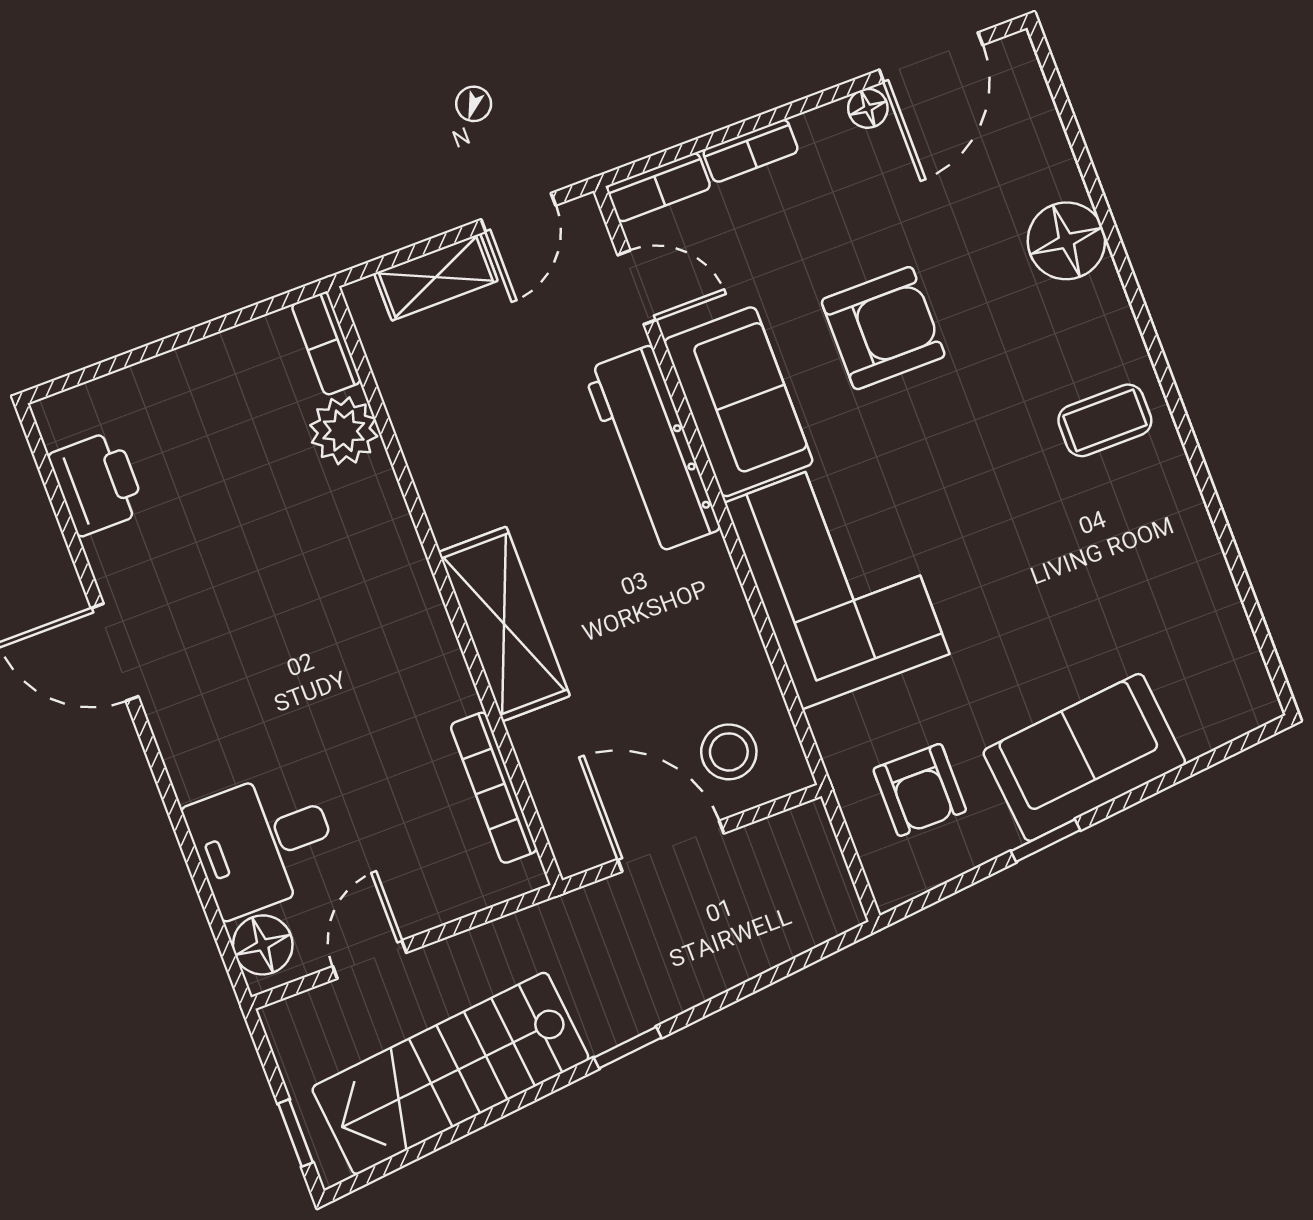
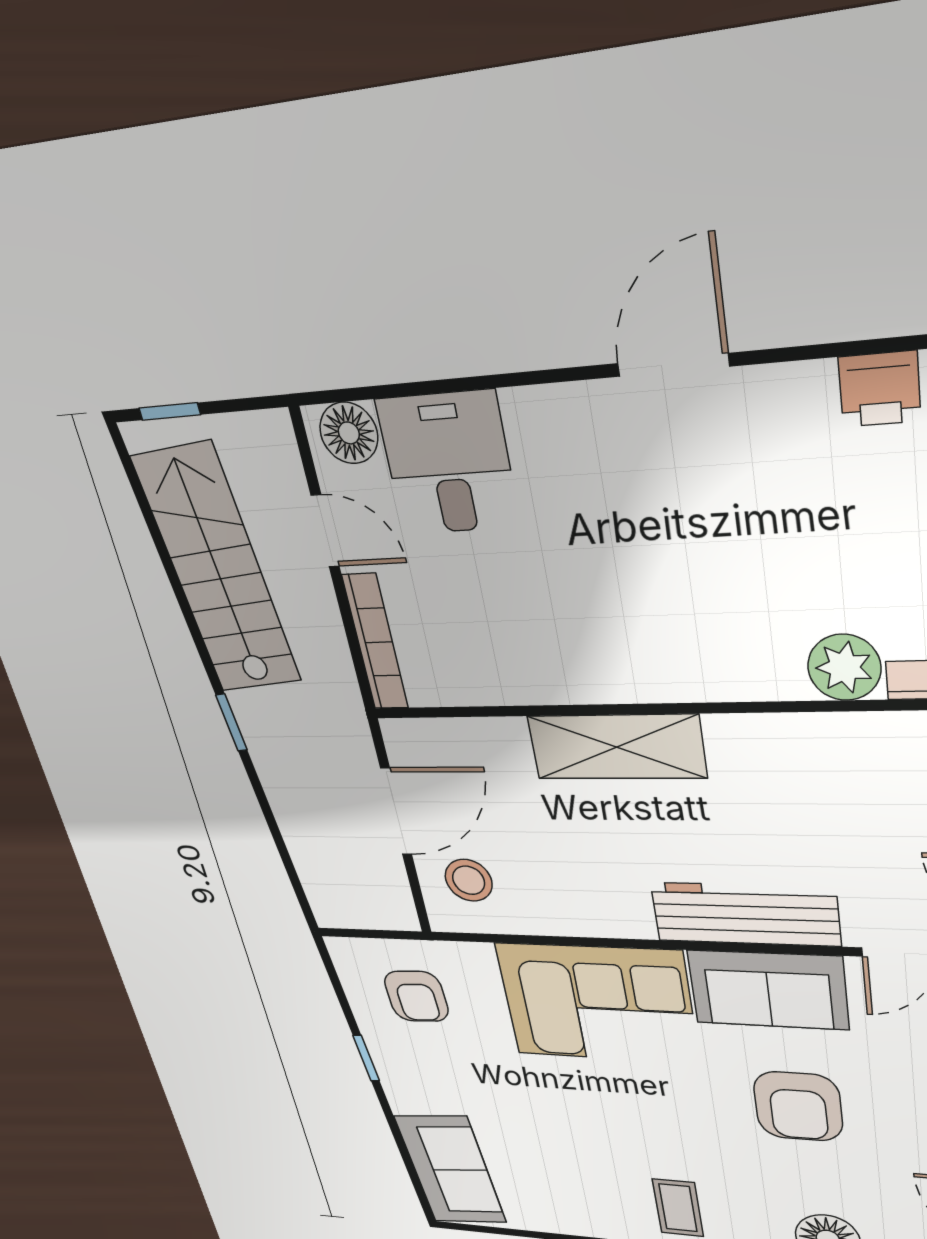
printer: (97, 483) -> (879, 389), width x0.73, depth x0.81
sofa: (1084, 757) -> (451, 1170), moved
bookcase: (494, 788) -> (375, 642), moved, turned 90
armchair: (920, 790) -> (416, 996), turned -93

